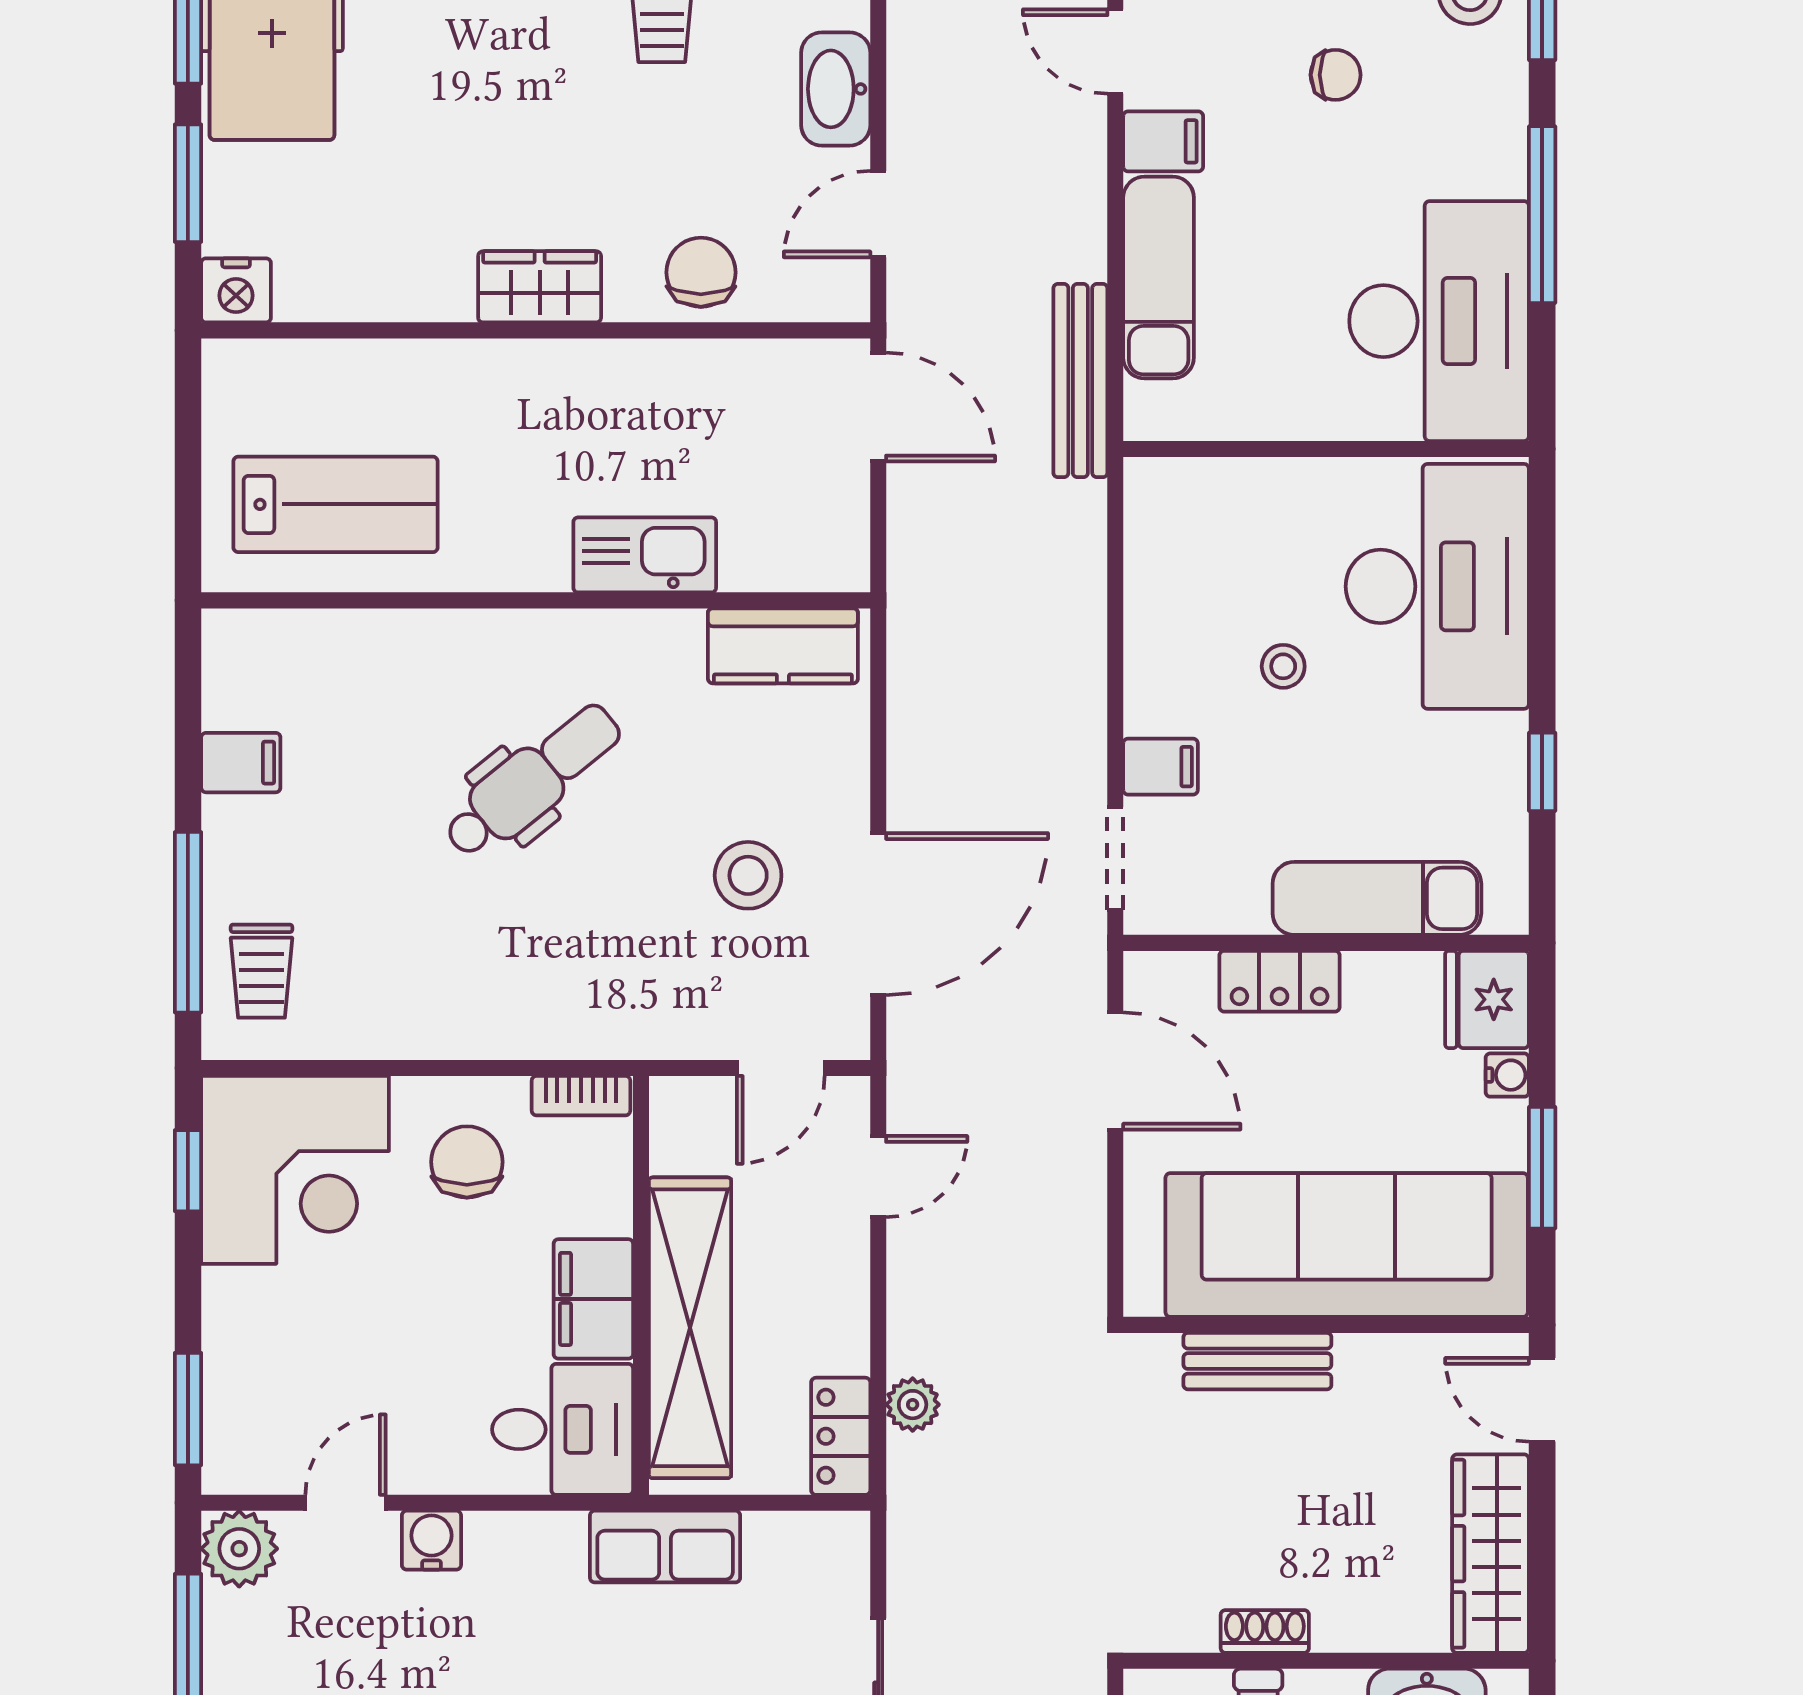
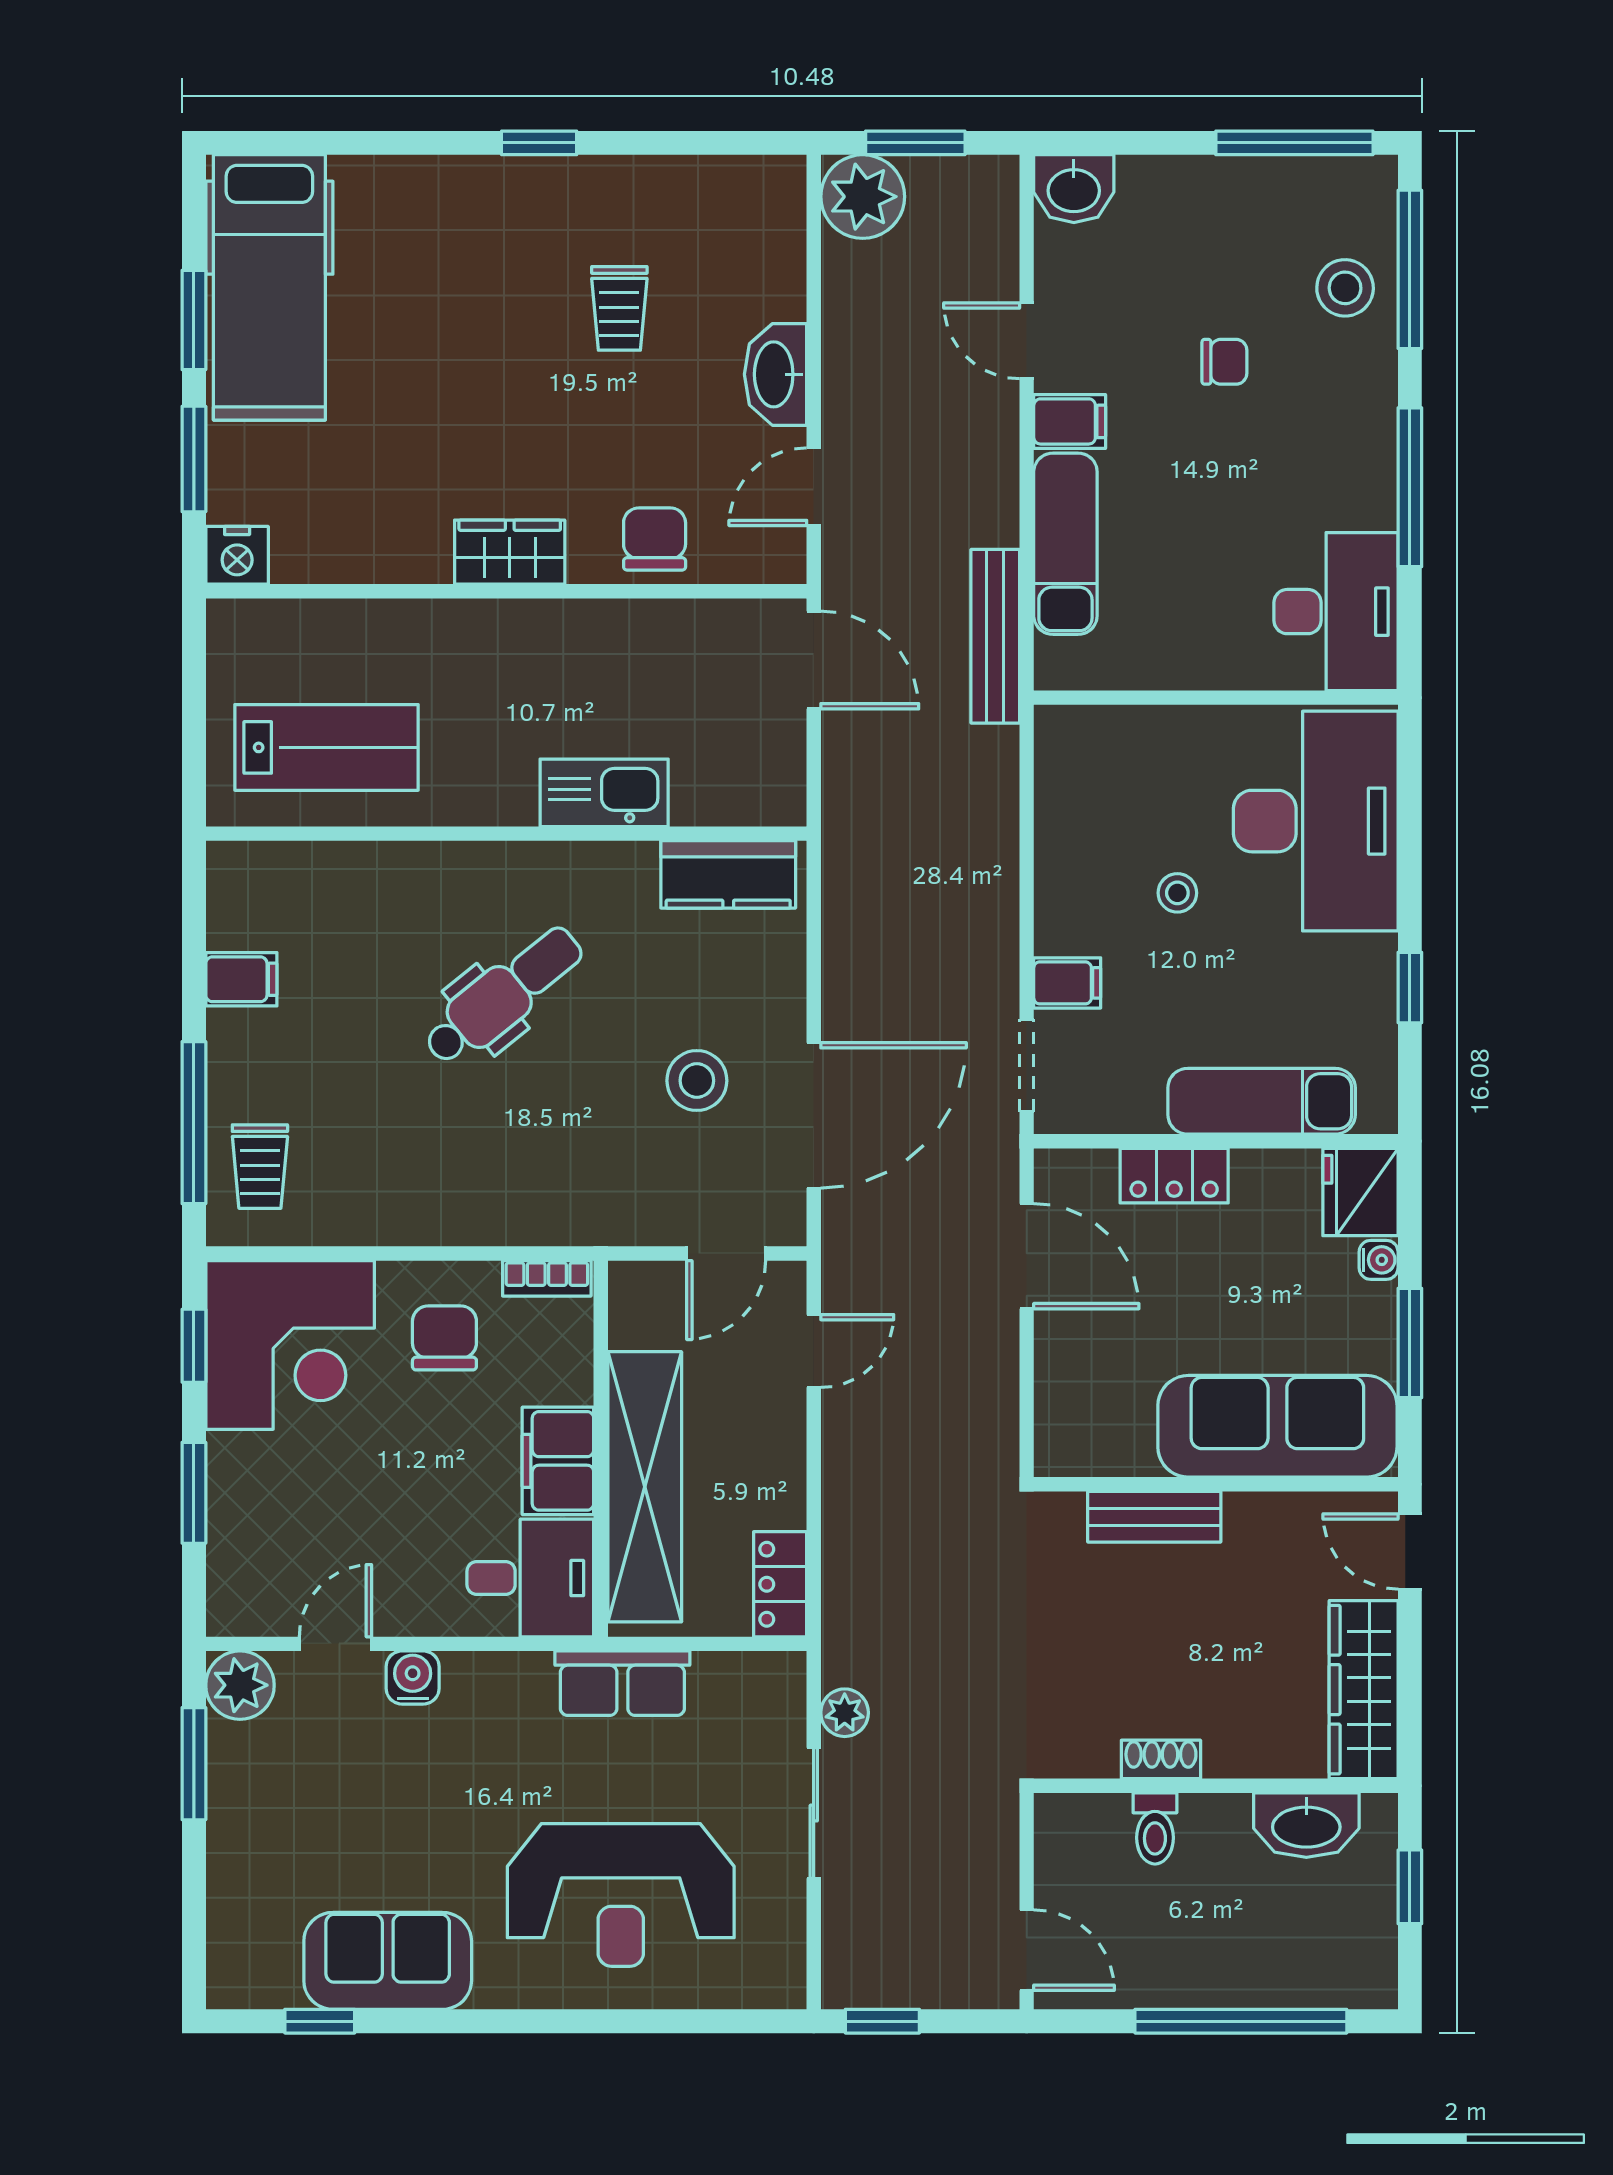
desk: (1439, 321) -> (1336, 612), width x0.73, depth x0.77
sofa: (1347, 1245) -> (1277, 1426), width x0.74, depth x0.79
plant: (913, 1405) -> (845, 1713), moved
window: (188, 1409) -> (194, 1493), moved

